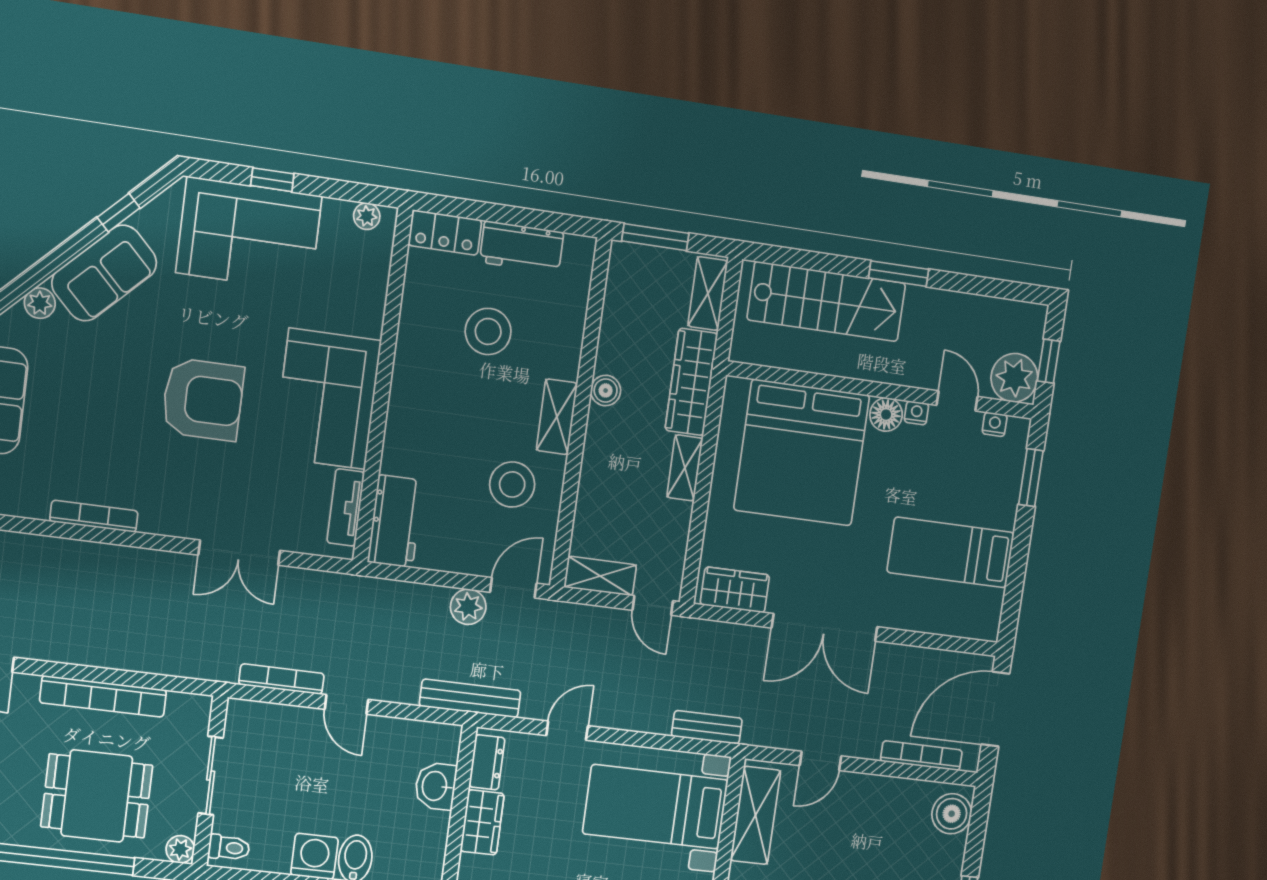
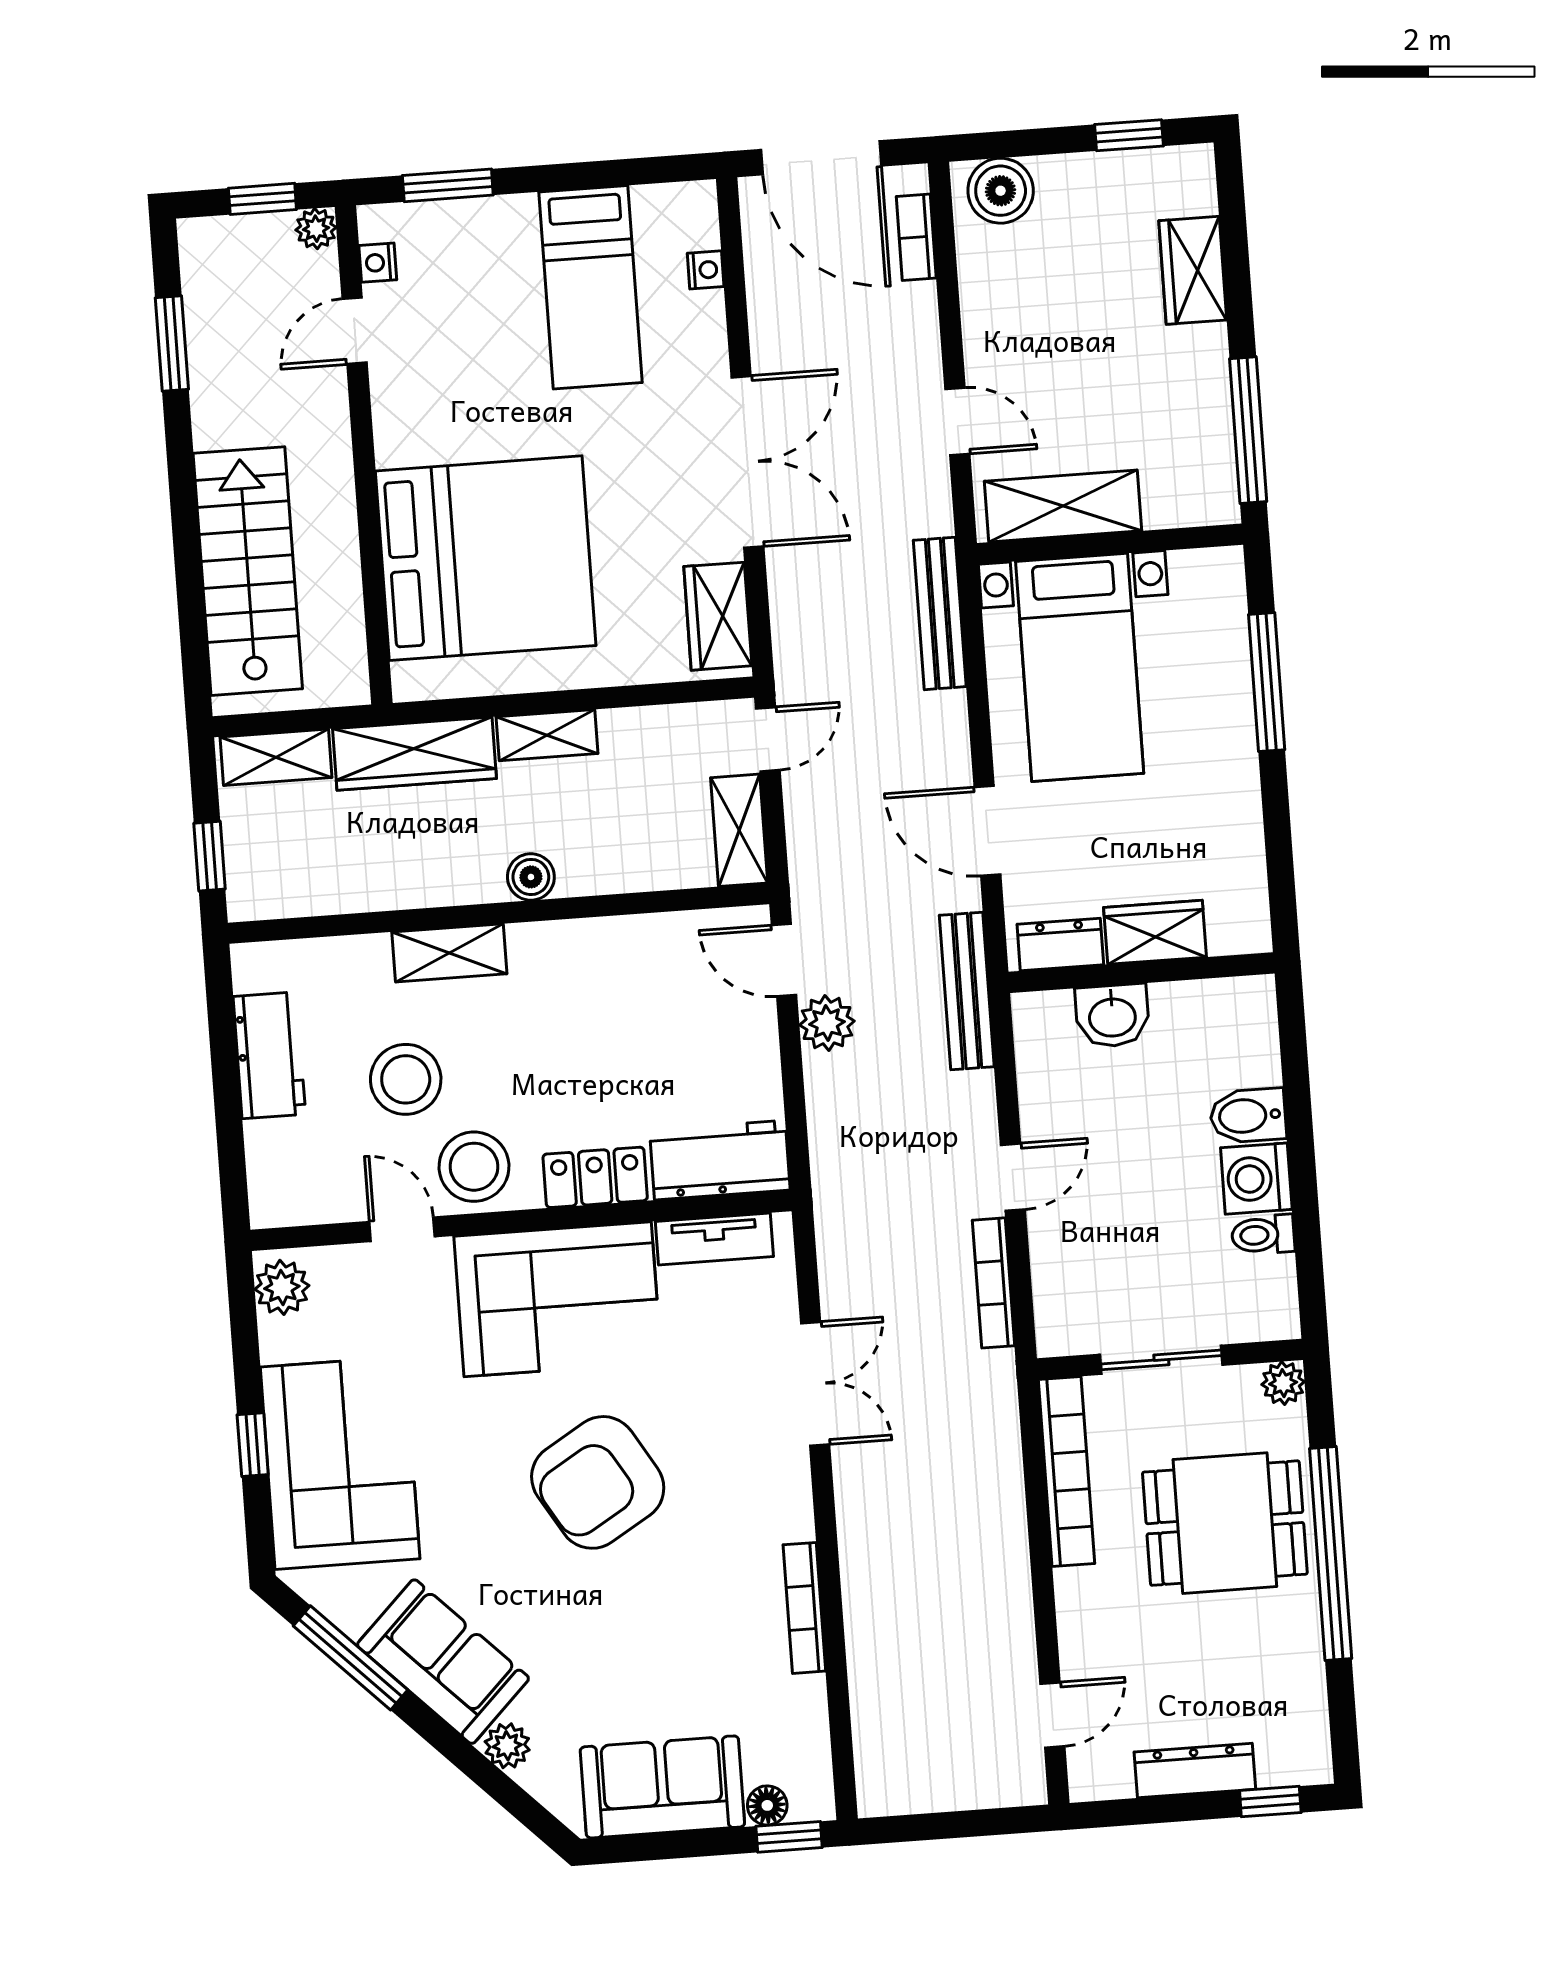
window: (119, 213) -> (350, 1658), width x2.17
plant: (367, 216) -> (282, 1287), width x1.38, depth x1.38
locker: (445, 233) -> (595, 1177), moved, turned -90
window: (655, 237) -> (209, 856), width x0.67
window: (899, 274) -> (172, 343), moved
door: (393, 308) -> (402, 1229), added
plant: (1014, 378) -> (316, 229), width x0.53, depth x0.53
boiler: (606, 390) -> (531, 877), moved
armchair: (203, 399) -> (598, 1482), turned -121
nightstand: (916, 413) -> (706, 270), moved, turned 180
floor lamp: (886, 415) -> (399, 439), removed
shelving: (557, 417) -> (449, 953), moved
stool: (512, 484) -> (474, 1167), moved
bookcase: (103, 696) -> (1066, 1472), moved
bench: (707, 727) -> (940, 613), width x1.36
door: (567, 731) -> (987, 831), width x1.38
bookcase: (921, 756) -> (916, 237), width x0.64
dining table: (97, 796) -> (1225, 1523), turned 90
toilet: (229, 848) -> (1263, 1235), moved, turned -90

